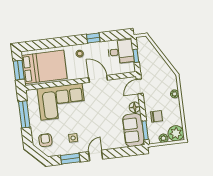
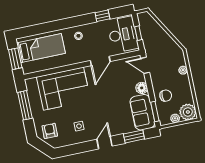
window: (93, 38) -> (102, 16), moved
desk: (121, 52) -> (123, 34), width x1.37
bed: (44, 67) -> (41, 48), width x0.67
door: (98, 79) -> (100, 61), swing flipped
door: (140, 86) -> (145, 65), hinge flipped
window: (70, 159) -> (134, 136), moved

